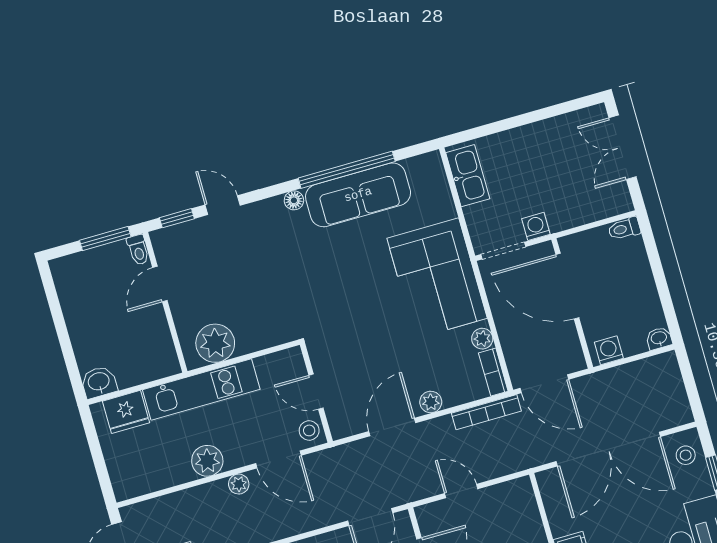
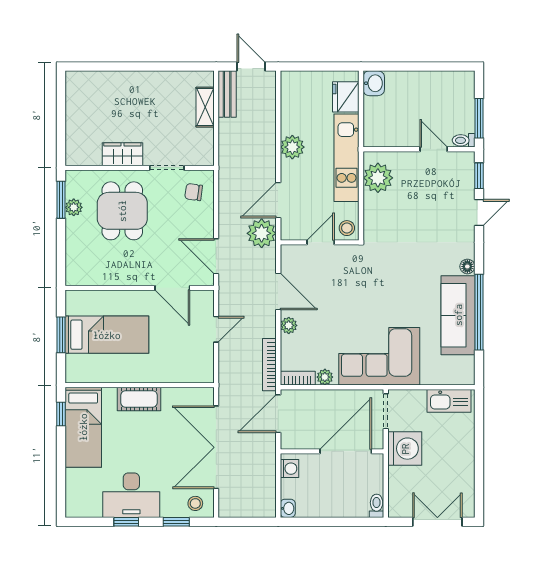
washing machine: (536, 226) -> (405, 449), width x1.89, depth x1.89
stool: (309, 430) -> (347, 228), moved
plant: (239, 484) -> (262, 233), moved, width x1.88, depth x1.88

